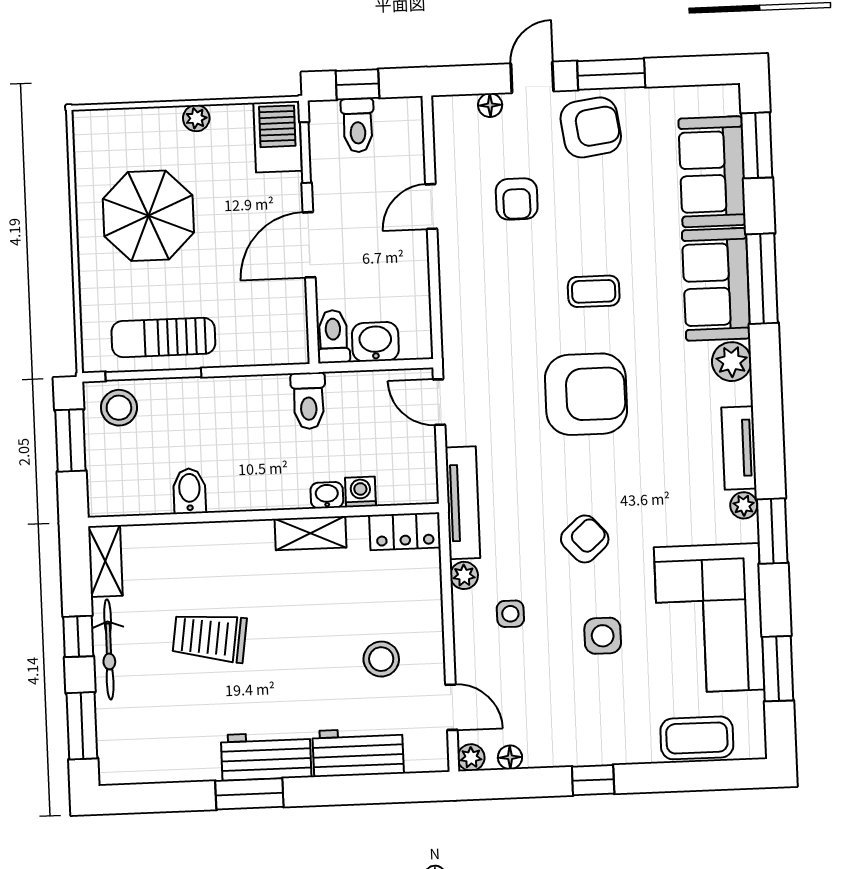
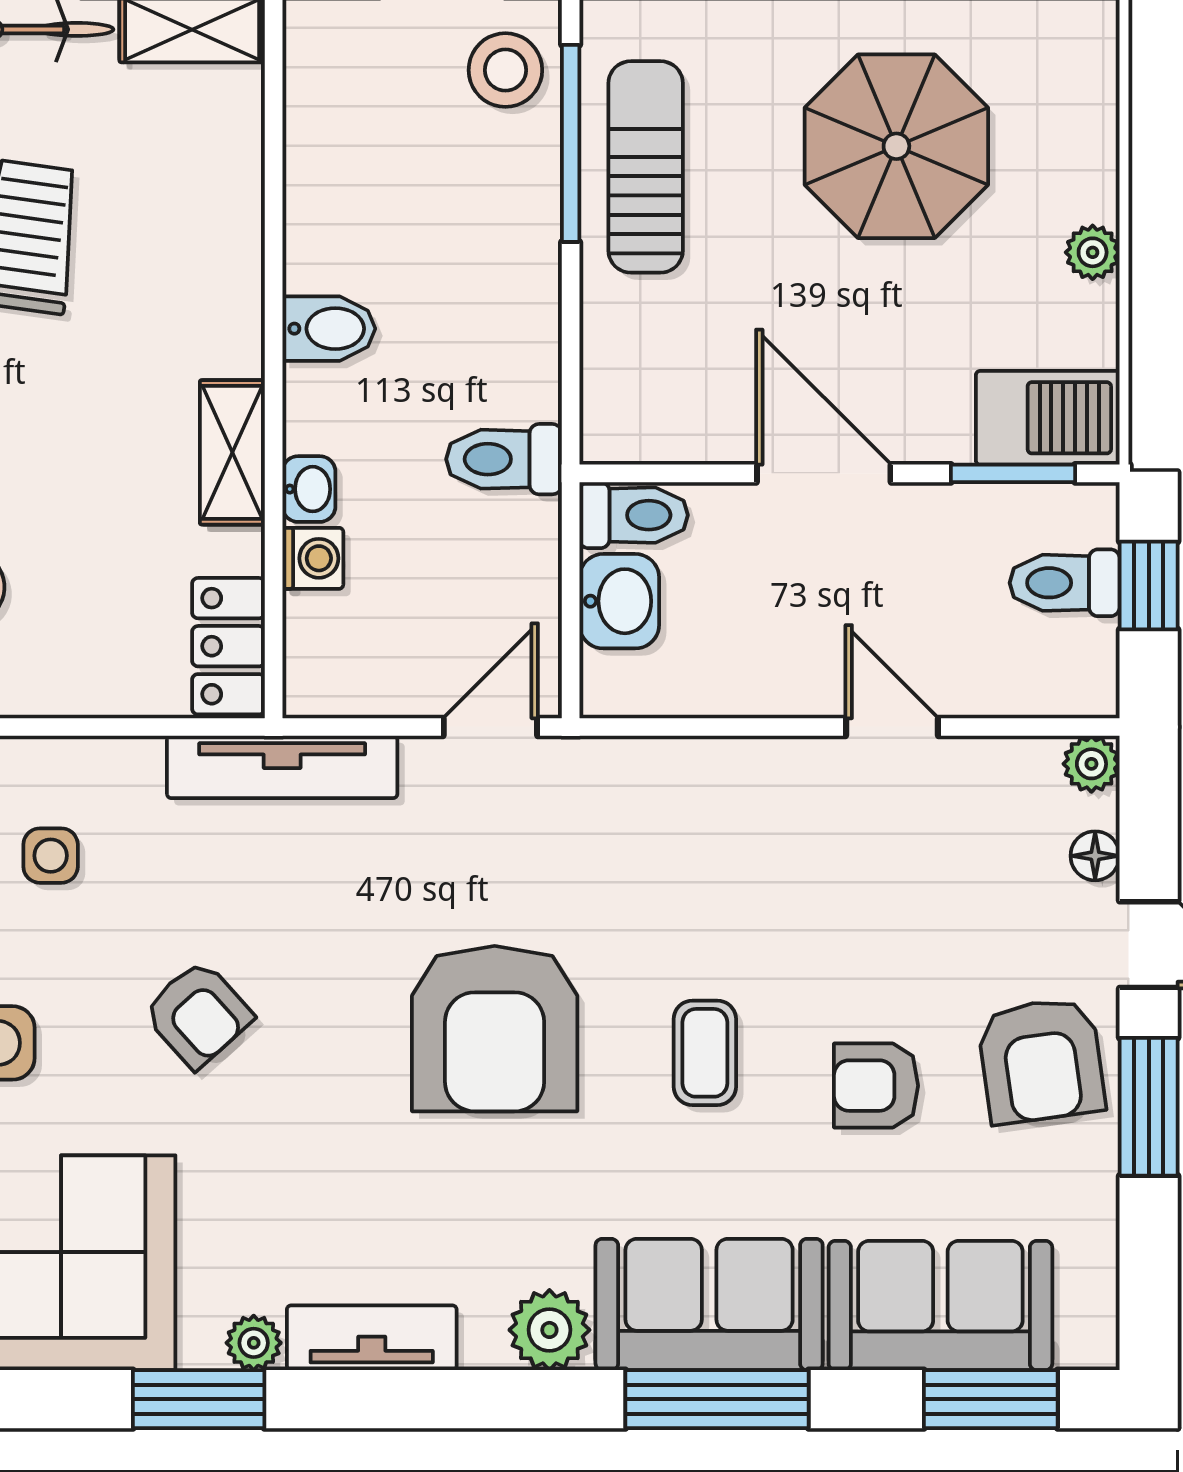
armchair: (517, 199) -> (876, 1086), moved
bidet: (189, 491) -> (329, 329), moved
plant: (464, 575) -> (1091, 764), moved

